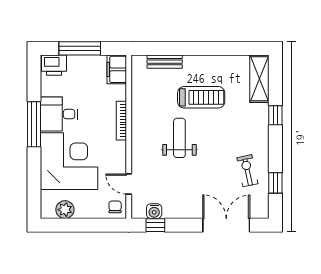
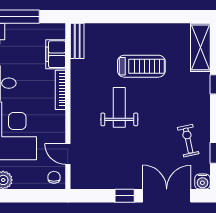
bench: (165, 62) -> (77, 41), moved, turned 90
filing cabinet: (117, 69) -> (56, 54), moved
water cooler: (154, 211) -> (202, 182), moved
window: (155, 225) -> (125, 196), moved

